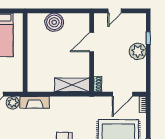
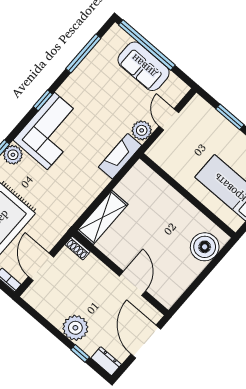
door: (115, 11) -> (146, 342), width x1.88
boiler: (54, 22) -> (205, 247), moved
dresser: (141, 22) -> (106, 361), added

